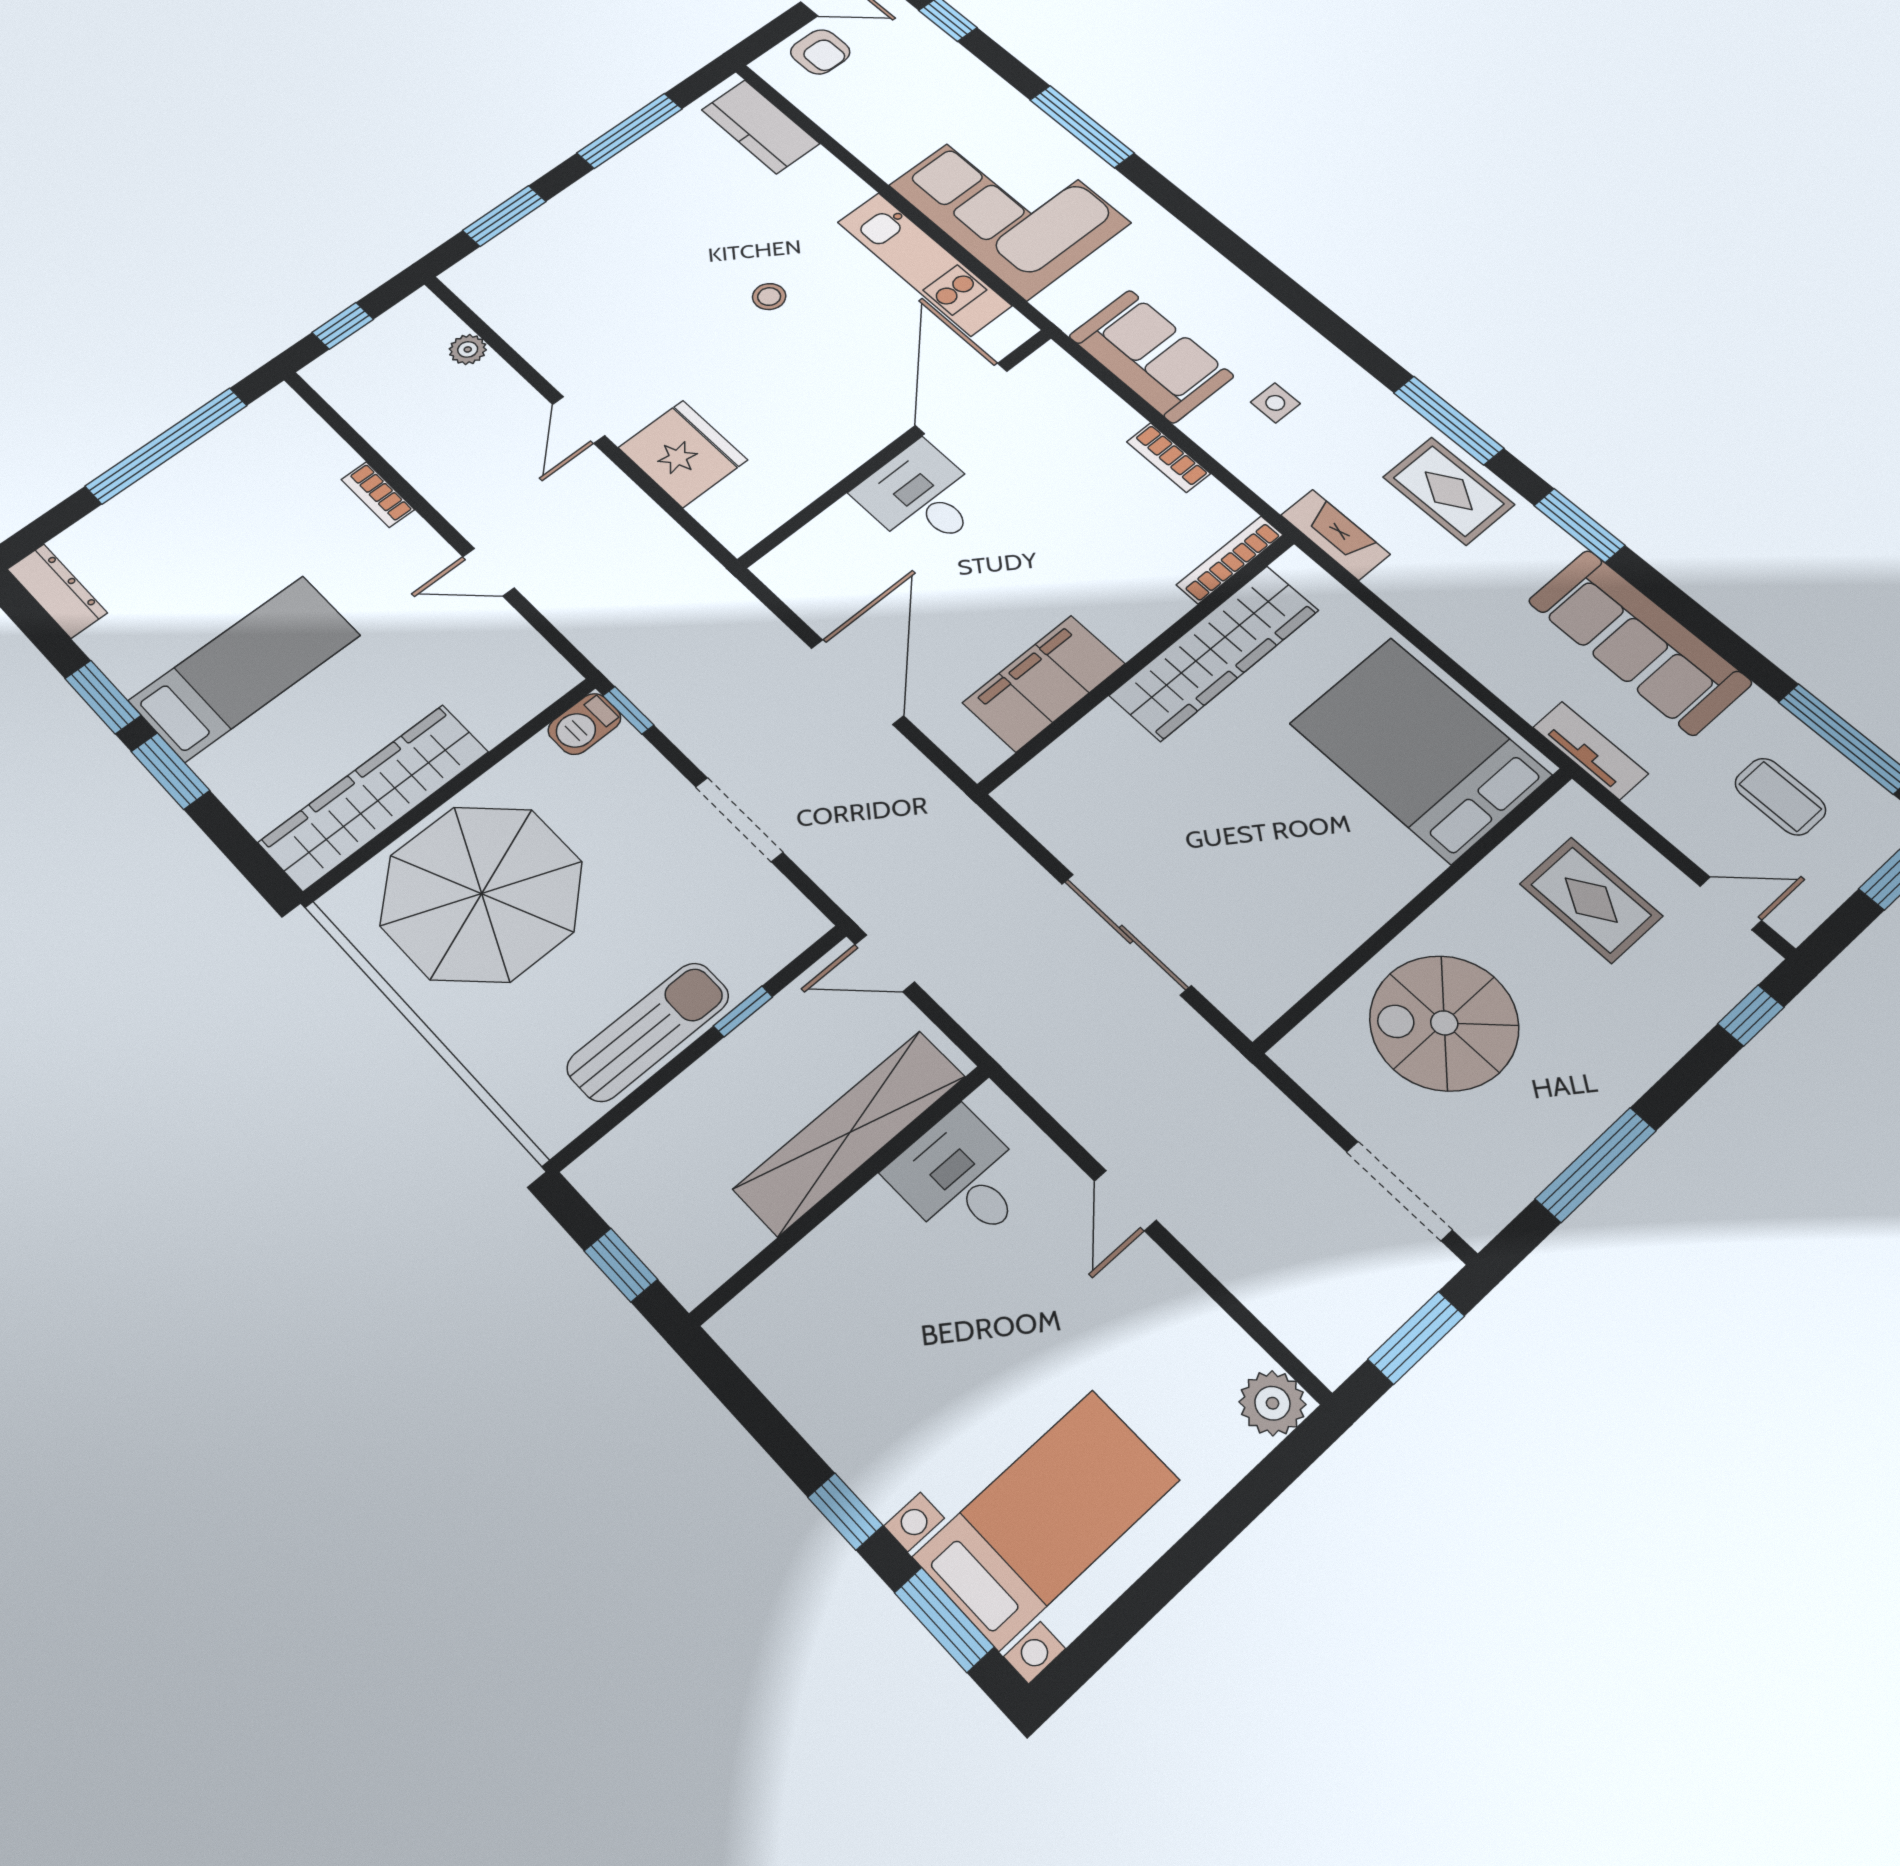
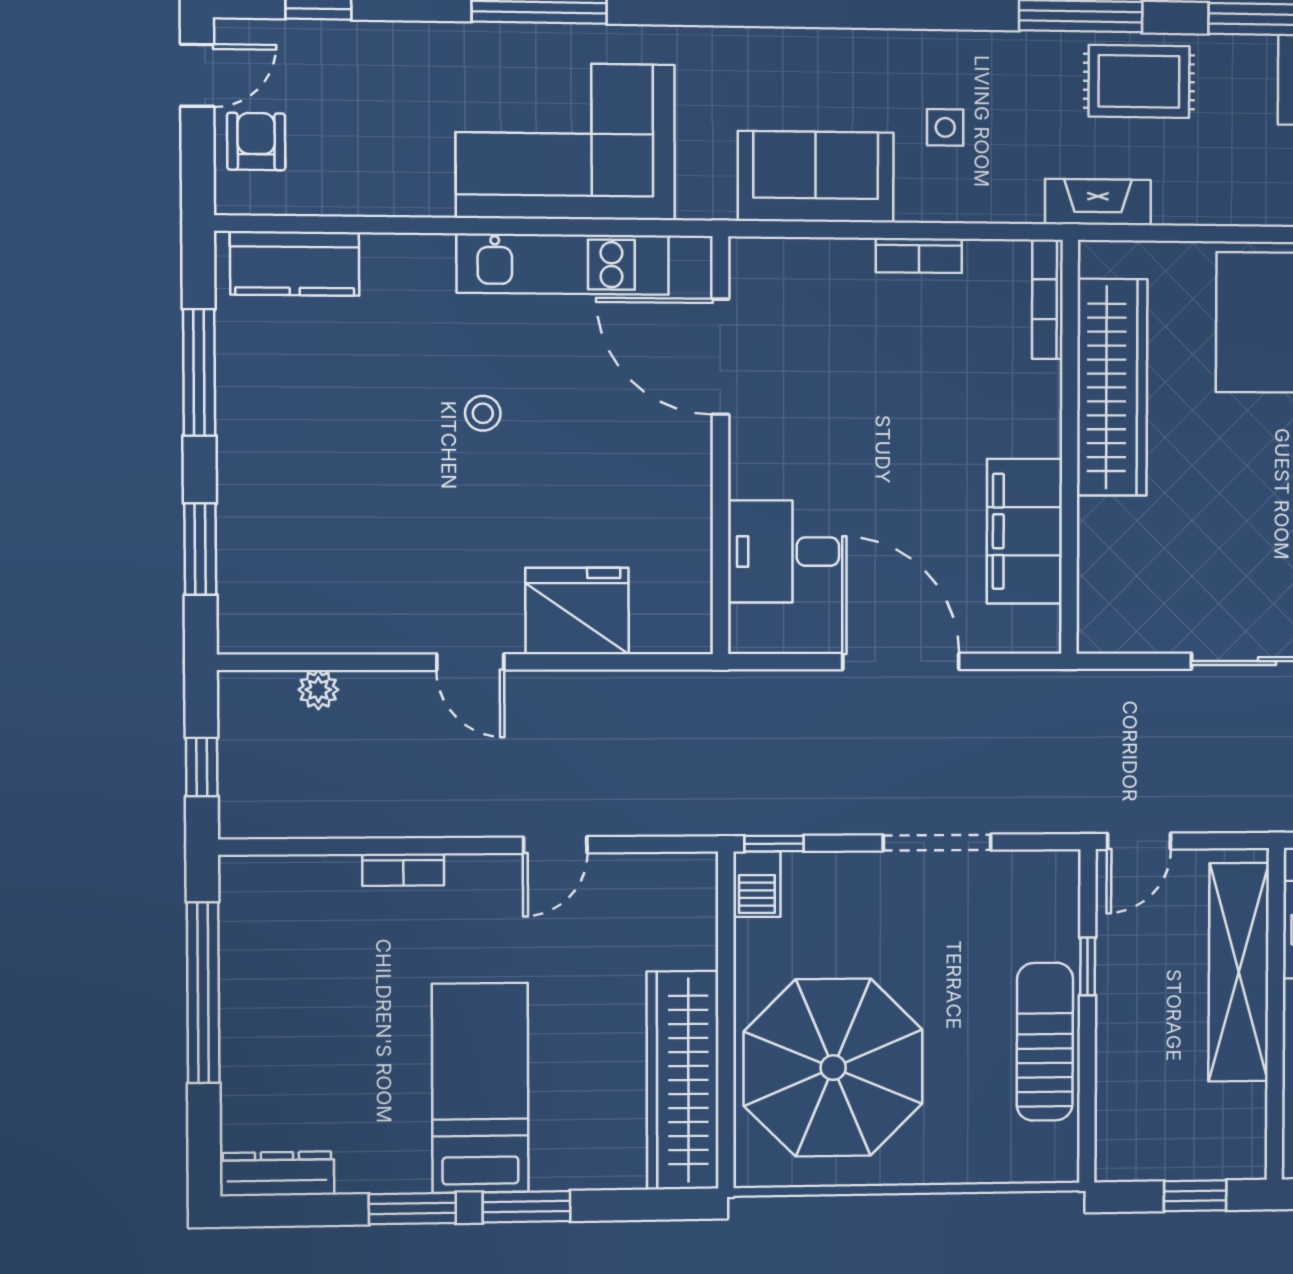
armchair: (820, 52) -> (256, 142), turned -90
desk: (922, 497) -> (784, 552), moved

